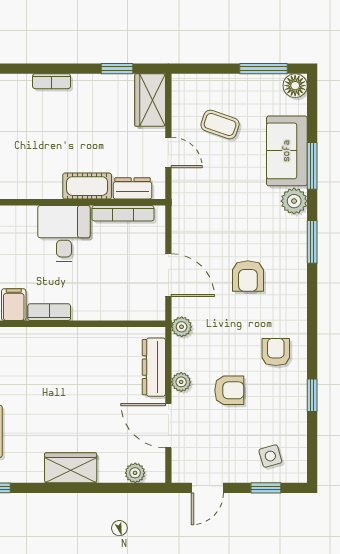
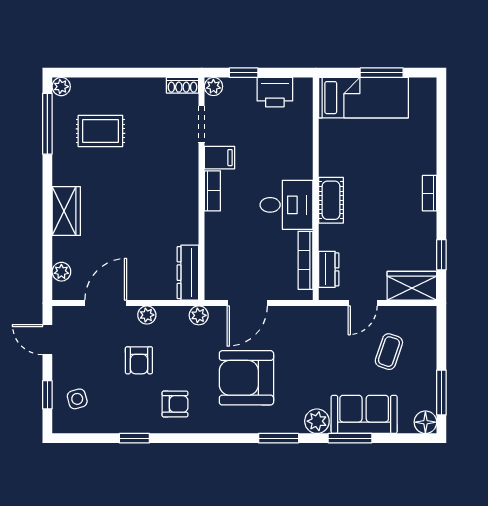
cot: (87, 186) -> (331, 200), moved
armchair: (248, 276) -> (246, 378), width x1.88, depth x1.88
dresser: (154, 367) -> (188, 273), moved, turned -90

